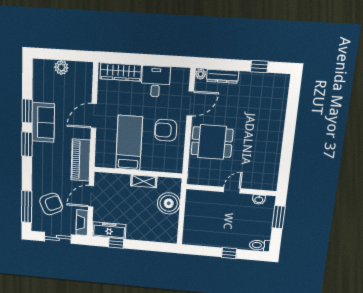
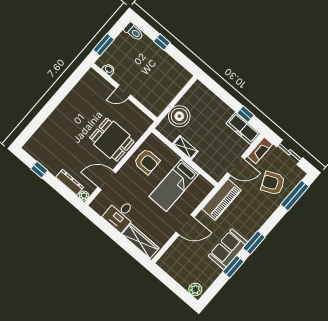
plant: (61, 67) -> (195, 289), moved
armchair: (166, 130) -> (147, 161), moved

